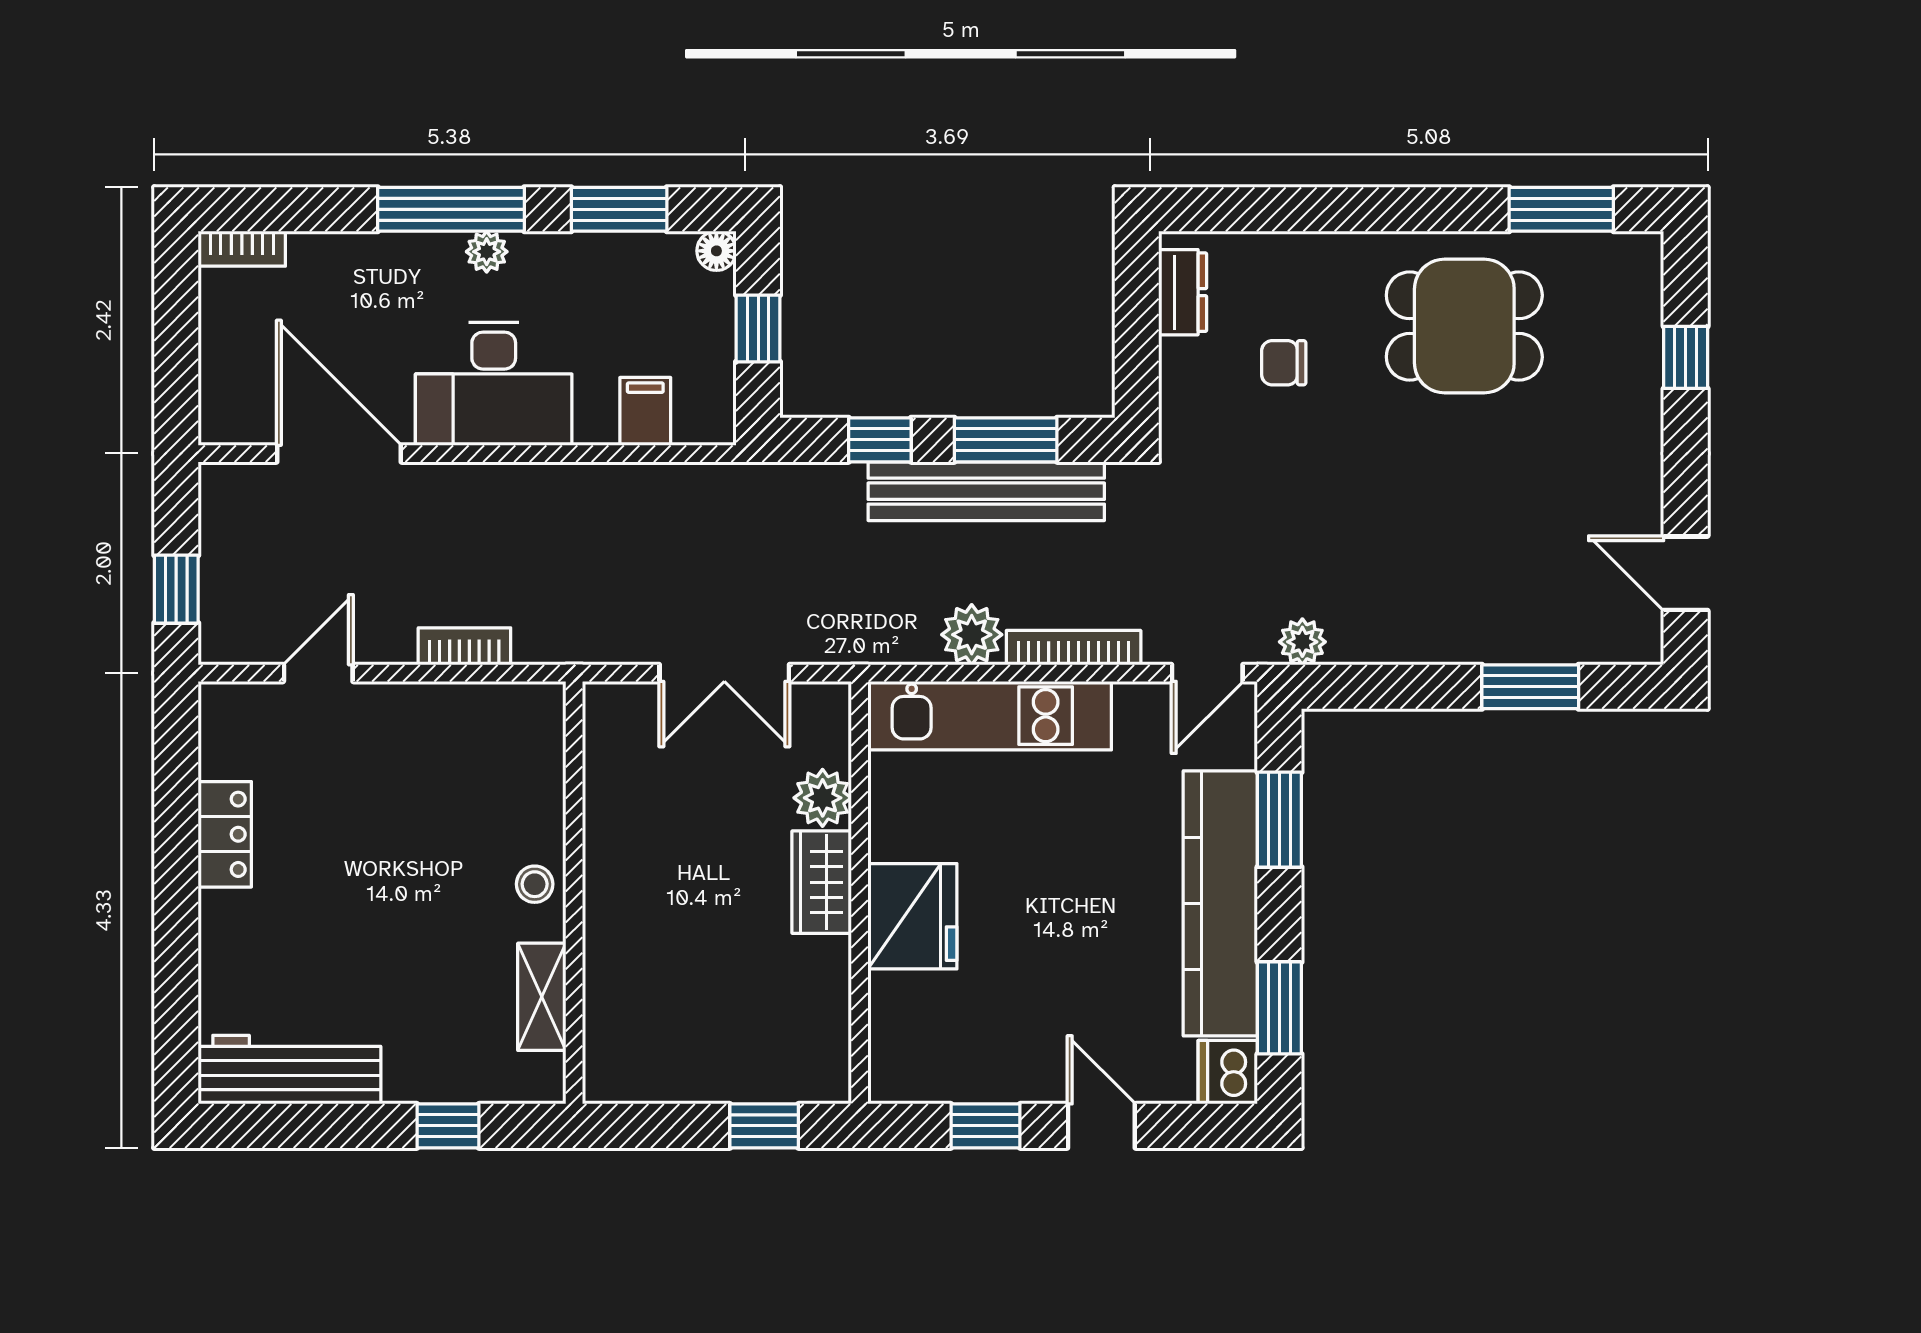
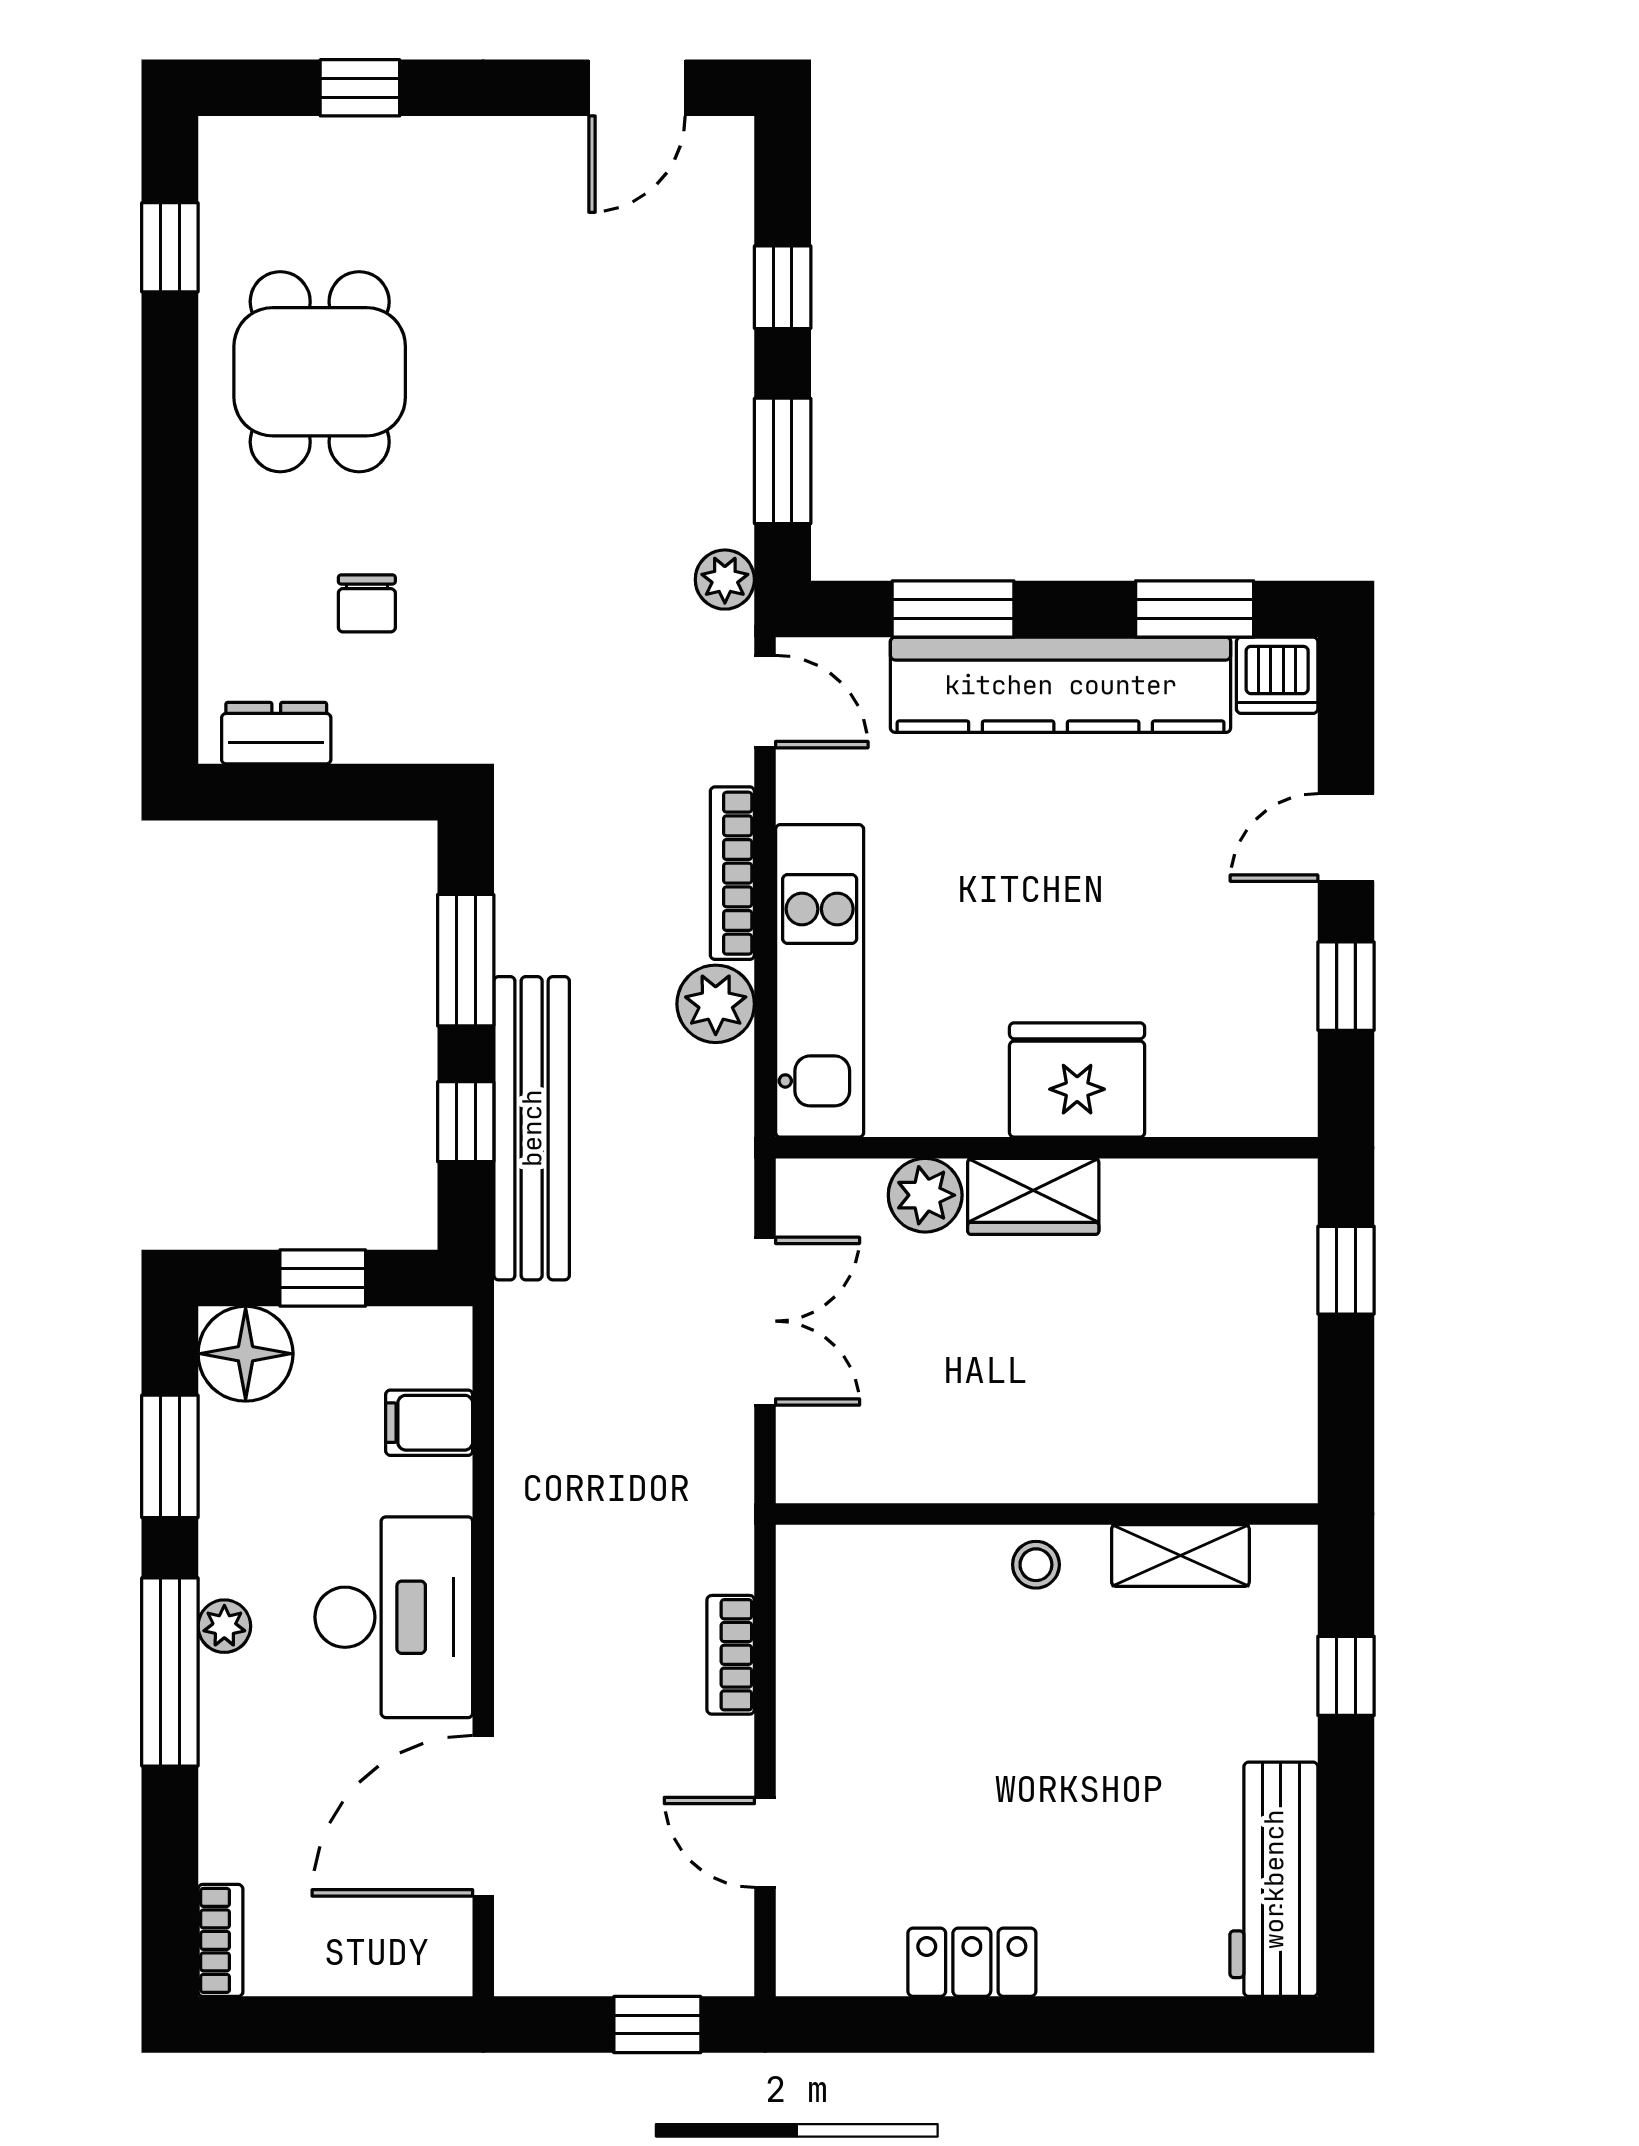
window: (1561, 209) -> (170, 247), width x0.67
floor lamp: (716, 251) -> (246, 1354), width x1.89, depth x1.89
bench: (986, 491) -> (532, 1128), moved
window: (1395, 687) -> (783, 461), added
window: (1530, 687) -> (783, 287), width x0.67

